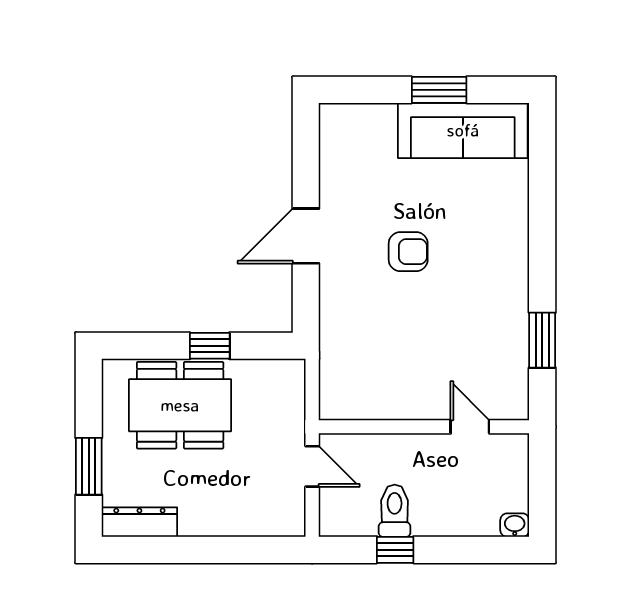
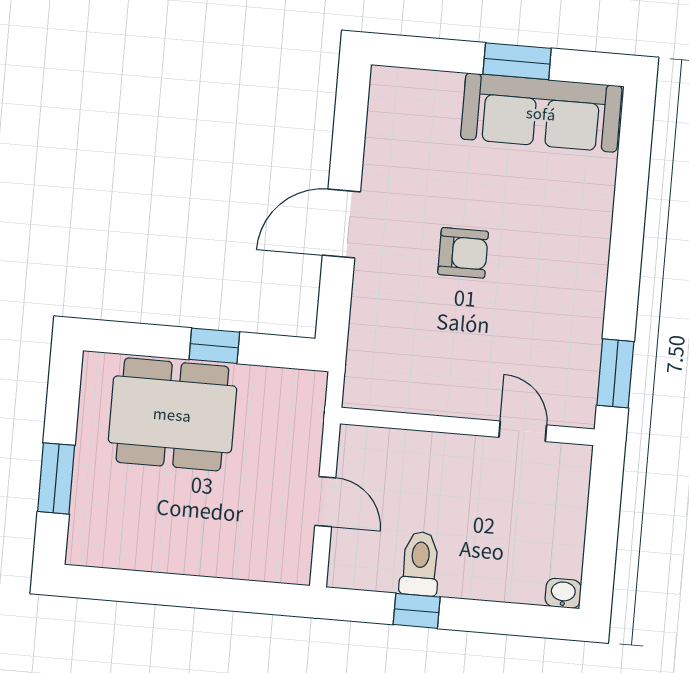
wall: (424, 427) -> (467, 426), moved
door: (470, 427) -> (523, 431), moved
dresser: (139, 522) -> (111, 551), removed

